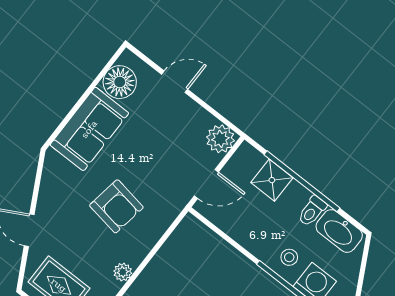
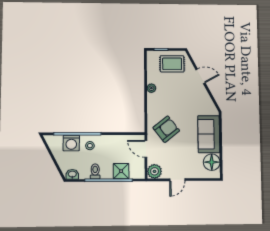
door: (175, 82) -> (177, 180), moved
door: (206, 184) -> (146, 149), hinge flipped
armchair: (116, 206) -> (166, 129), moved, turned 133
washbasin: (339, 231) -> (72, 174), width x0.52, depth x0.69

